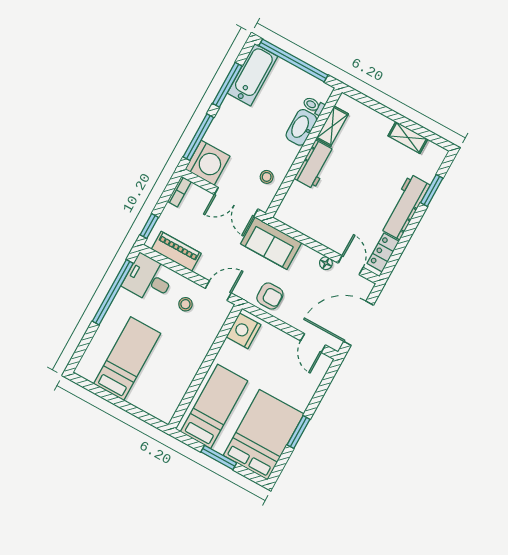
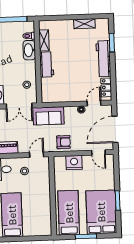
door: (351, 265) -> (94, 103), hinge flipped
nightstand: (244, 331) -> (74, 163), moved, turned 90

